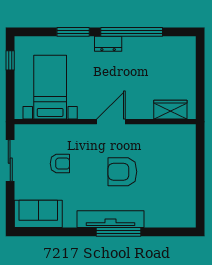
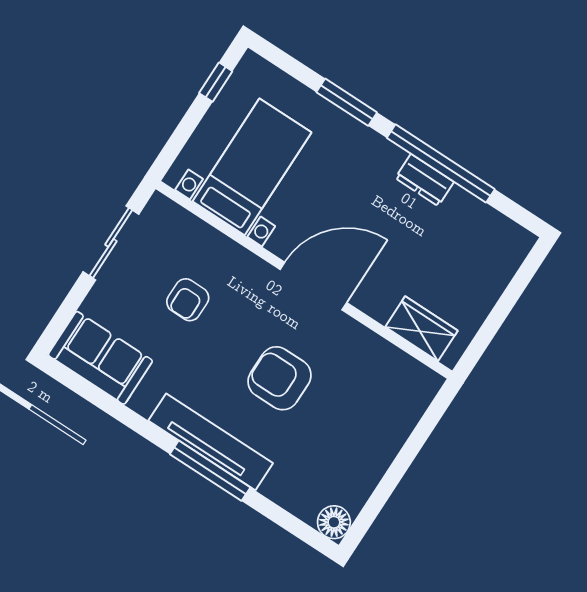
dresser: (108, 44) -> (425, 180), moved
door: (111, 122) -> (313, 286), width x1.36
armchair: (60, 164) -> (188, 300), turned 90
floor lamp: (187, 219) -> (334, 522), added

